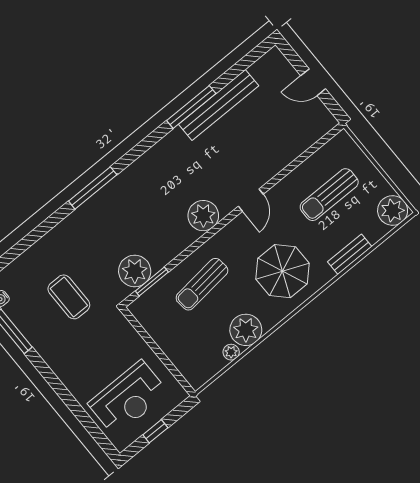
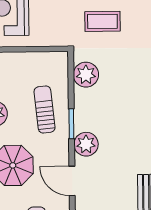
door: (251, 200) -> (72, 181), width x1.38
window: (152, 281) -> (71, 124), moved

